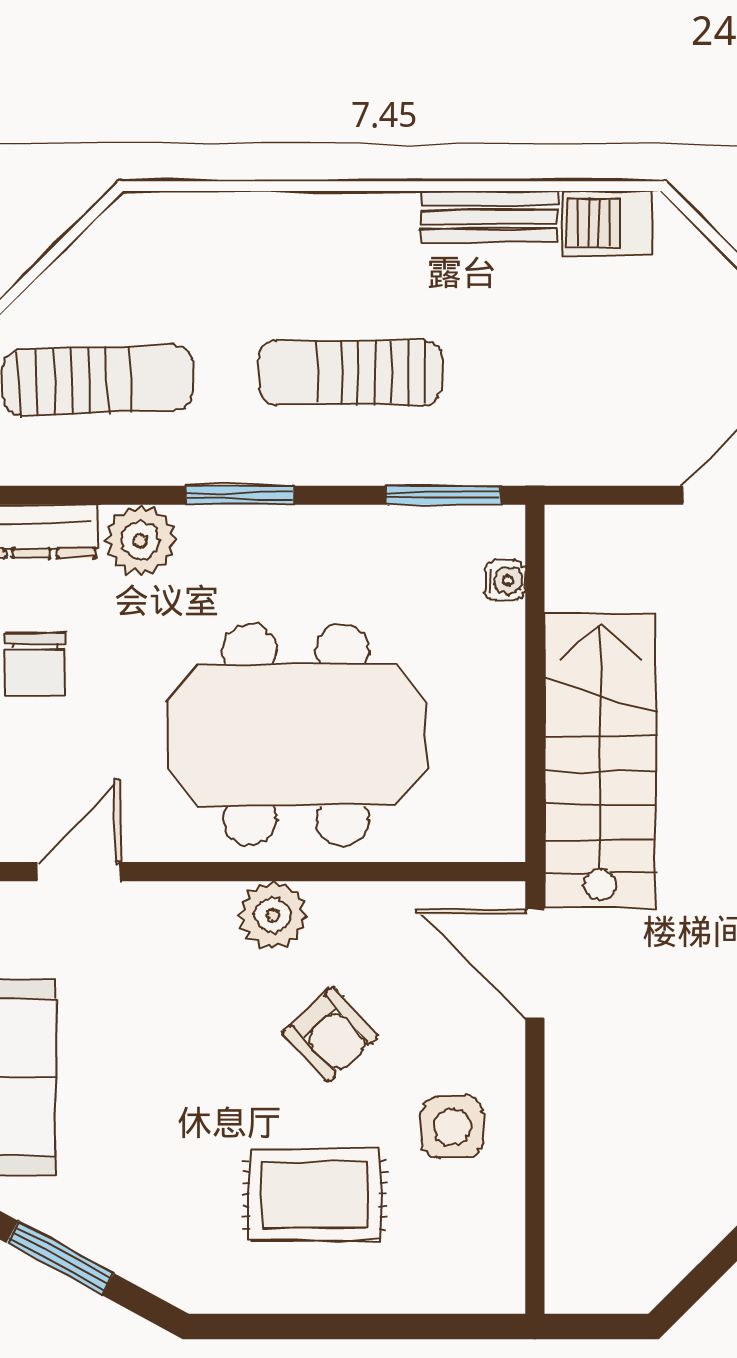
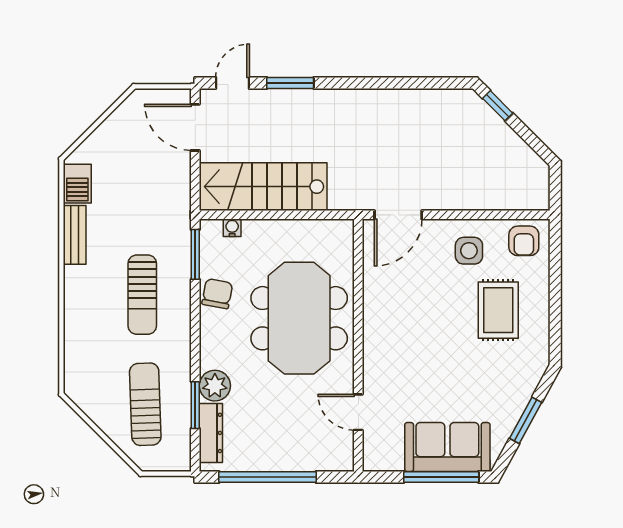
window: (240, 495) -> (195, 405), moved
chair: (35, 664) -> (217, 294), moved, turned -79
stairs: (600, 761) -> (263, 187), moved
plant: (273, 915) -> (377, 328), removed
armchair: (330, 1034) -> (524, 241), moved, turned 132

